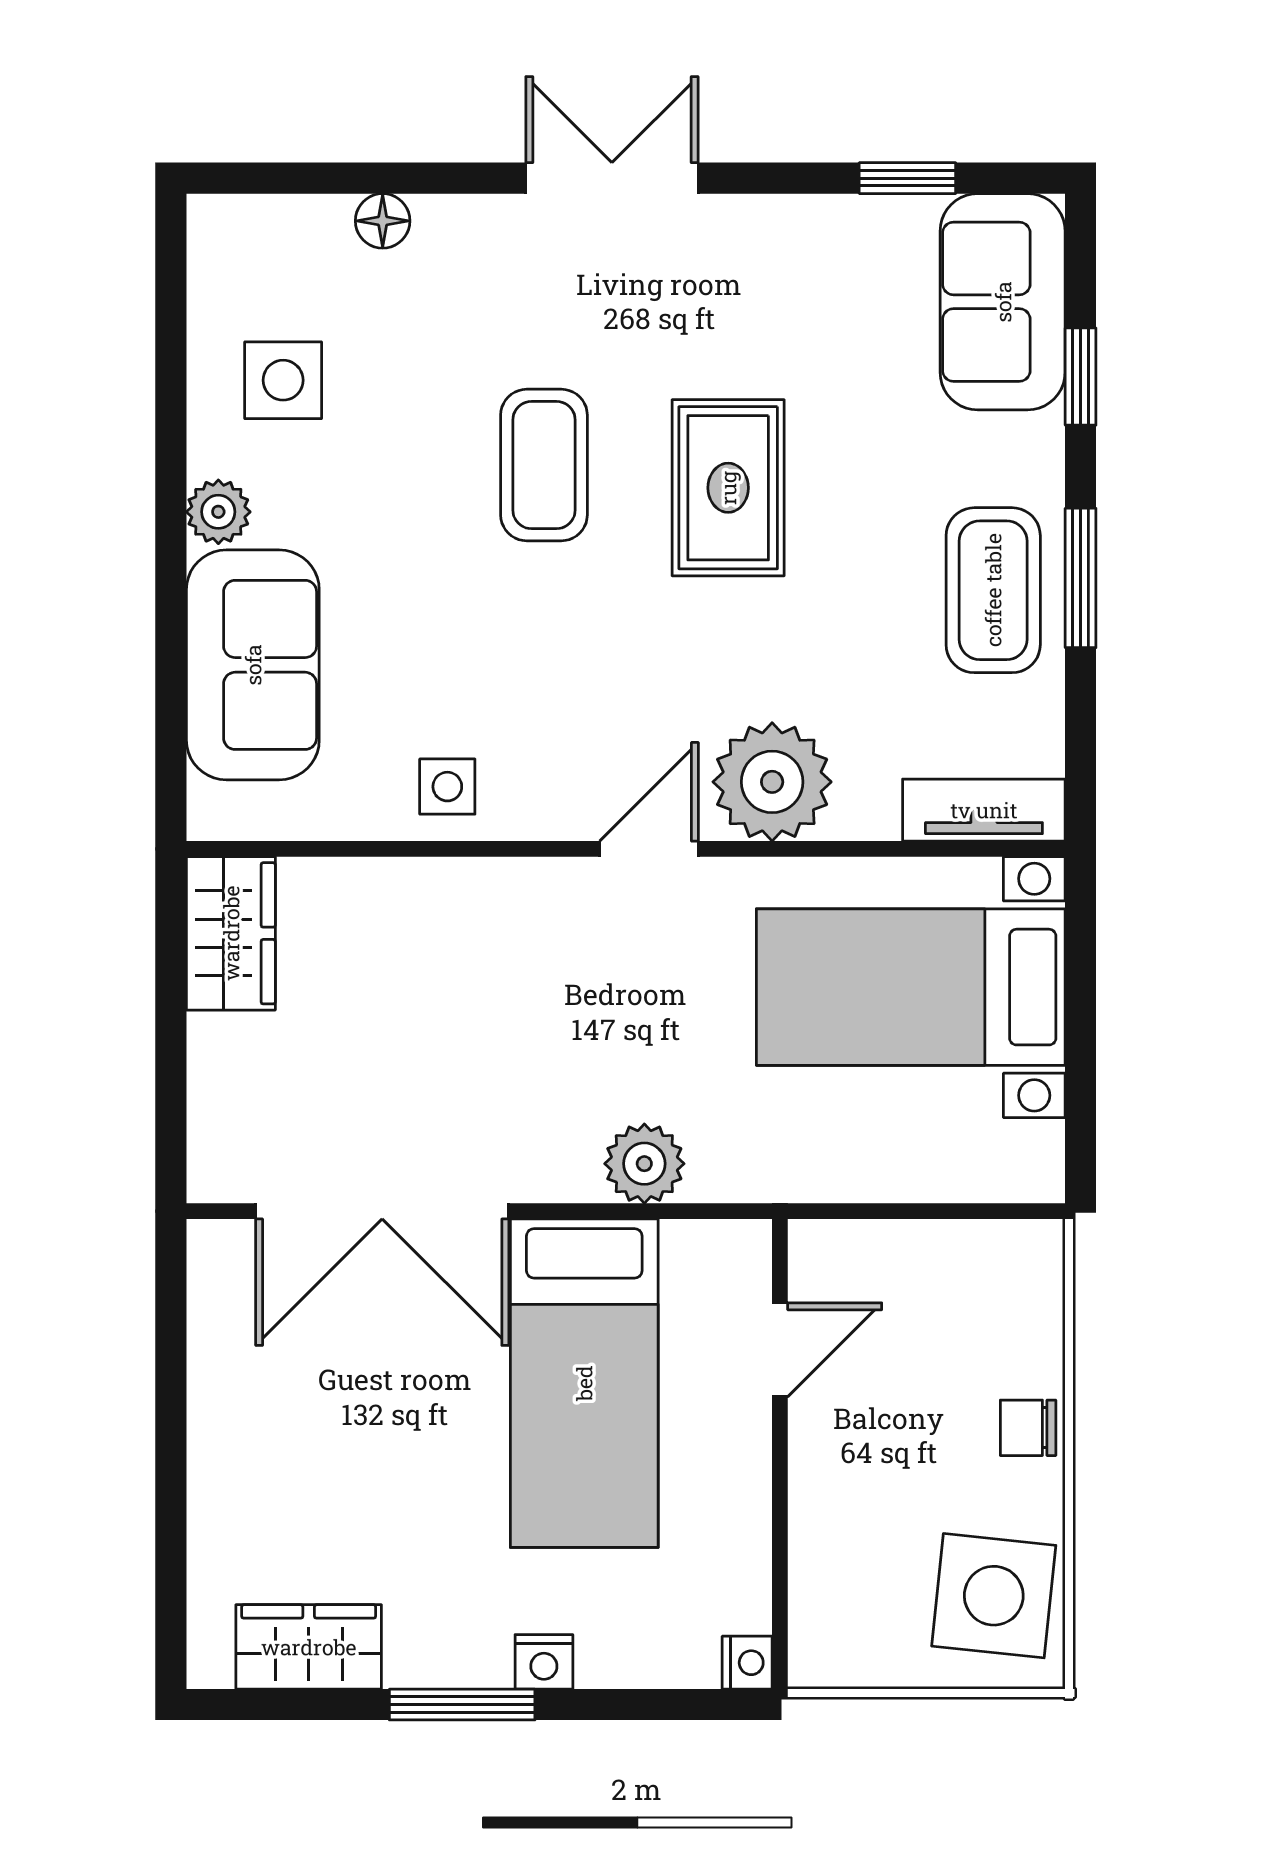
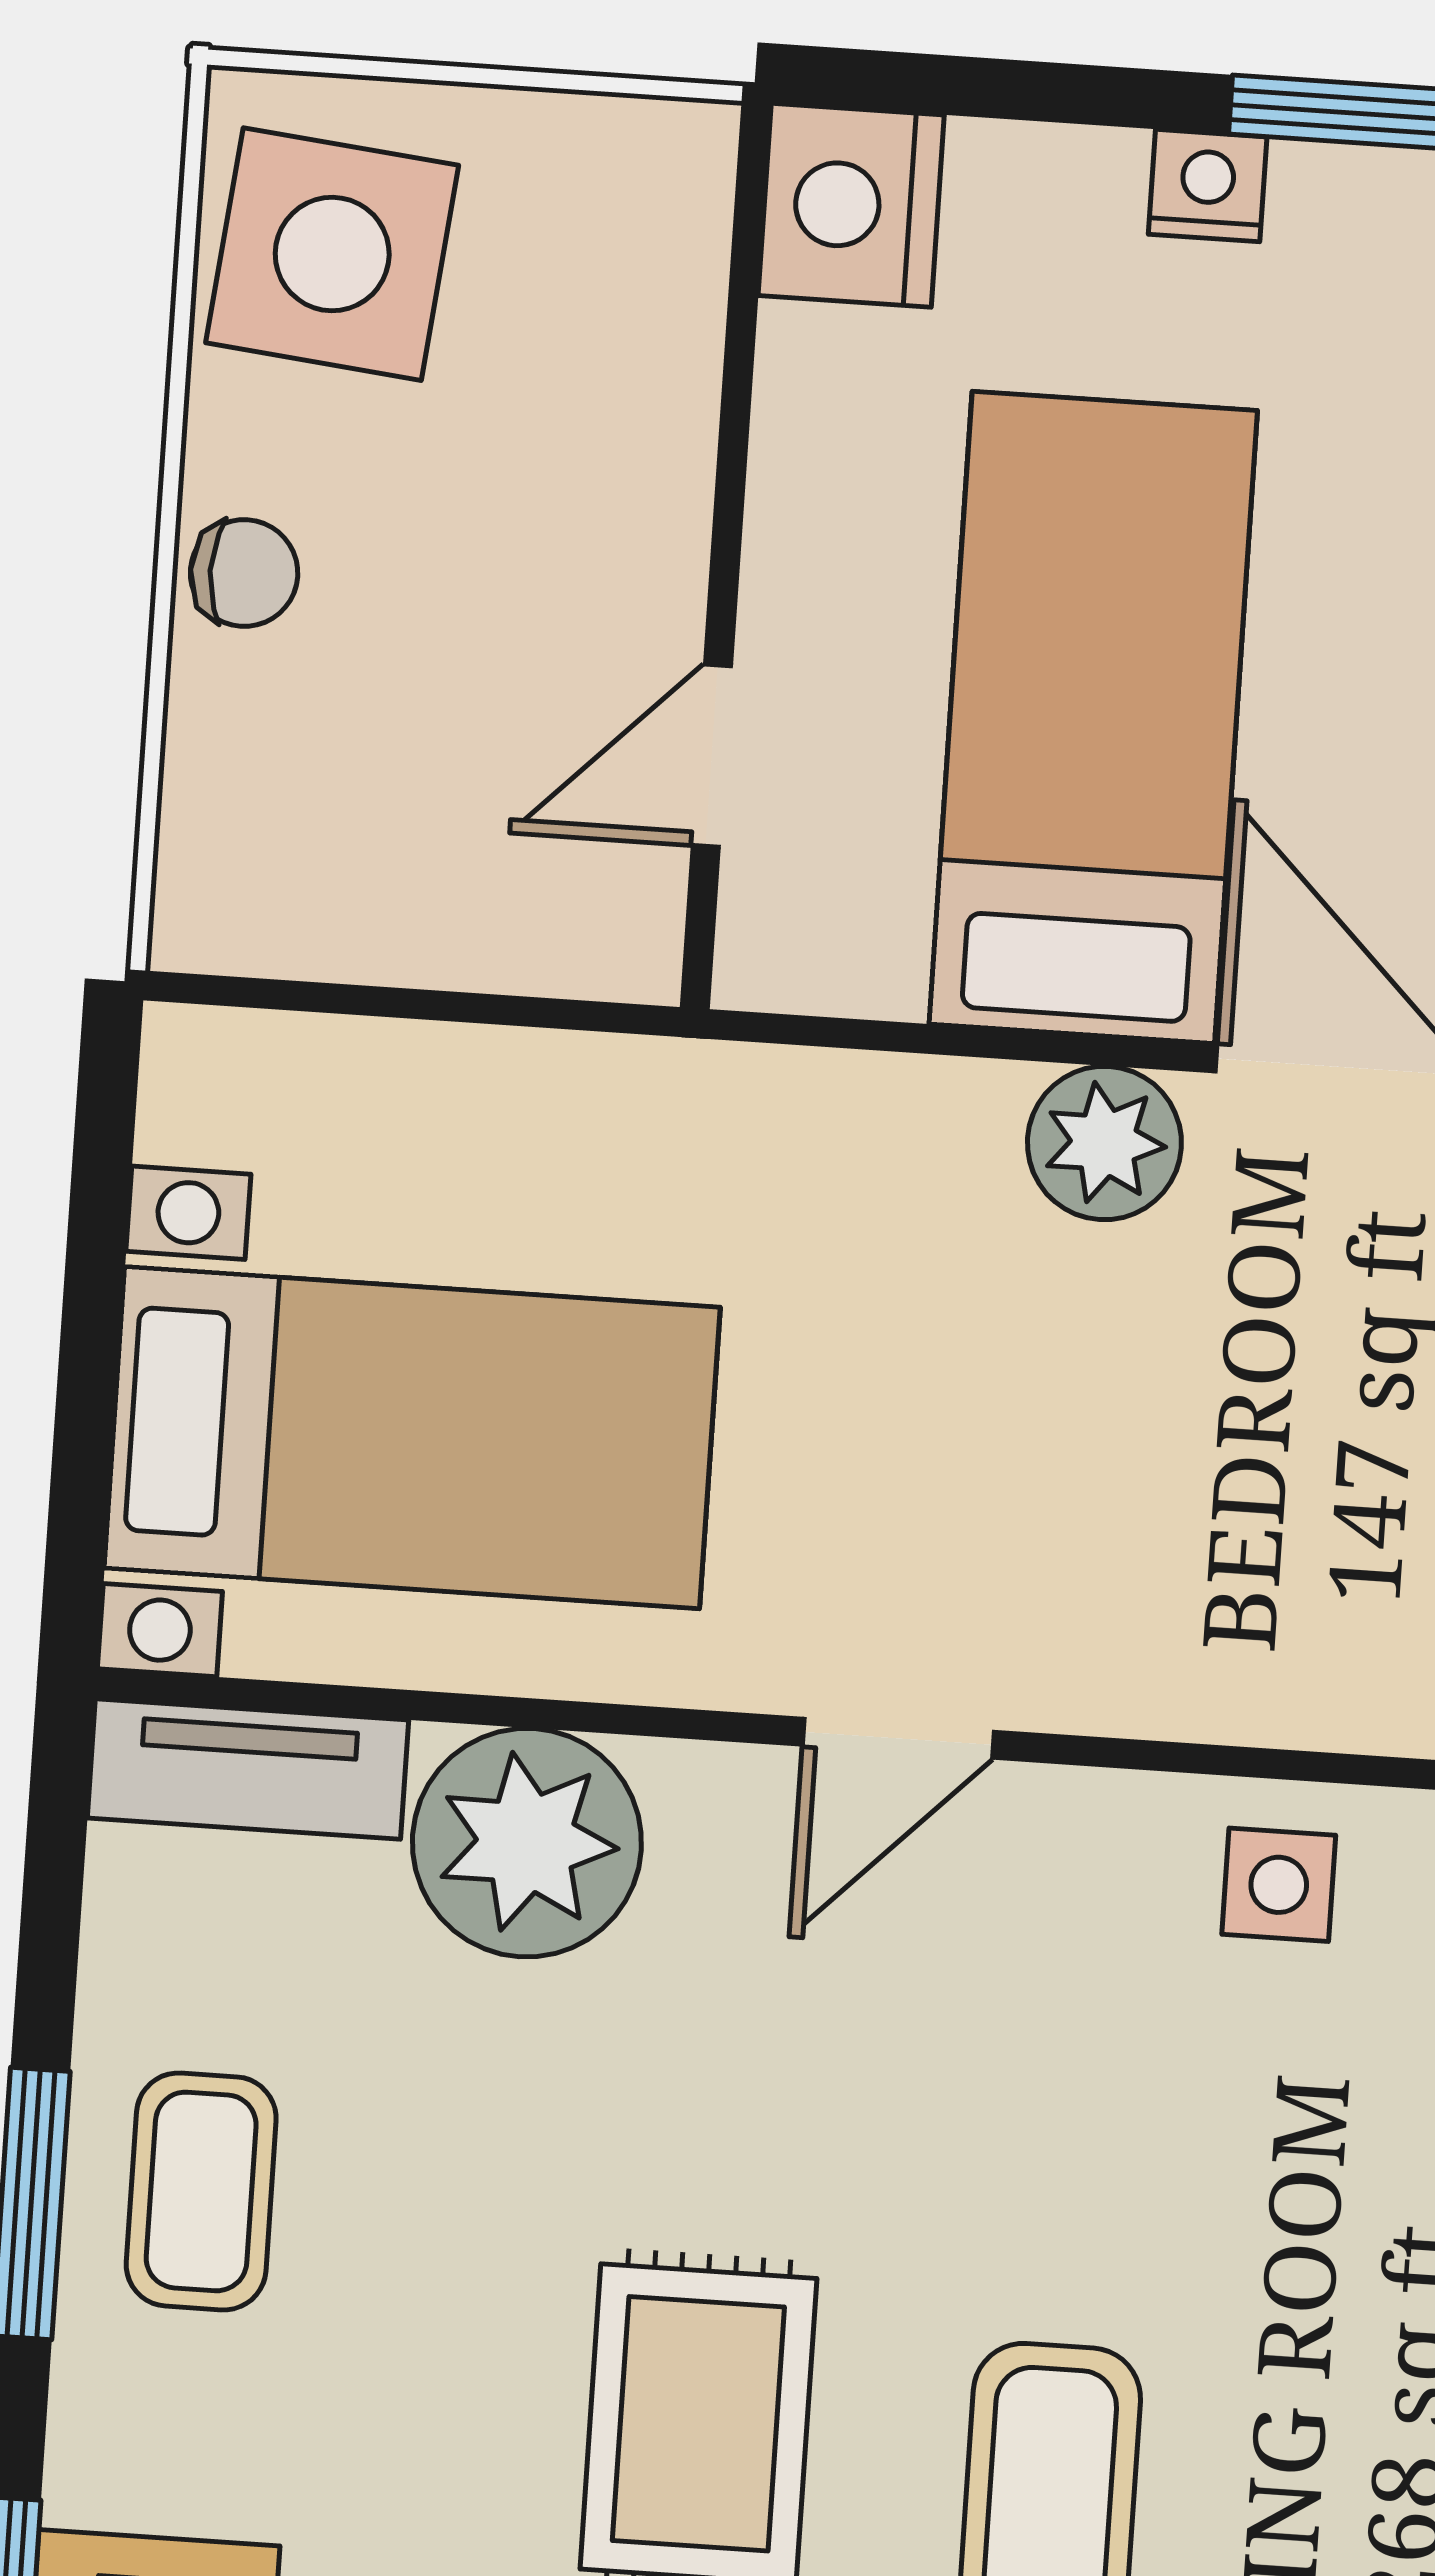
coffee table: (993, 590) -> (201, 2191), width x0.73, depth x0.77
plant: (772, 782) -> (527, 1843), moved
plant: (644, 1164) -> (1104, 1143), moved
nightstand: (747, 1663) -> (851, 205), width x1.89, depth x1.79

